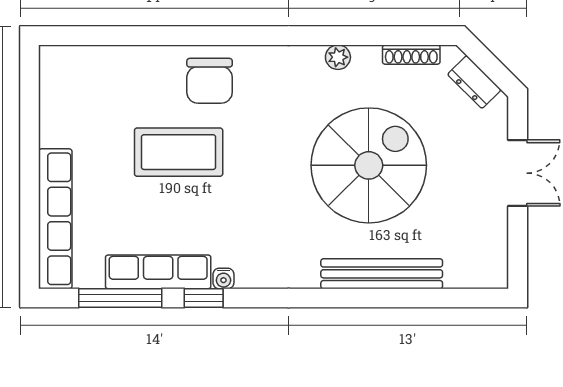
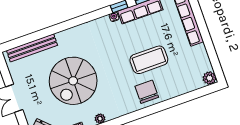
plant: (55, 61) -> (209, 78), added
bench: (382, 274) -> (32, 48), moved

